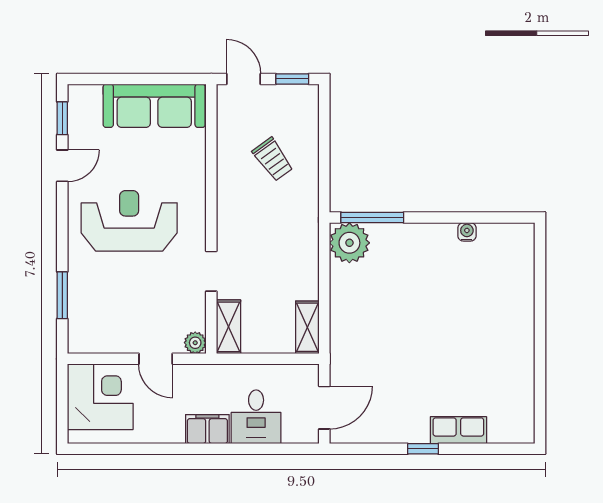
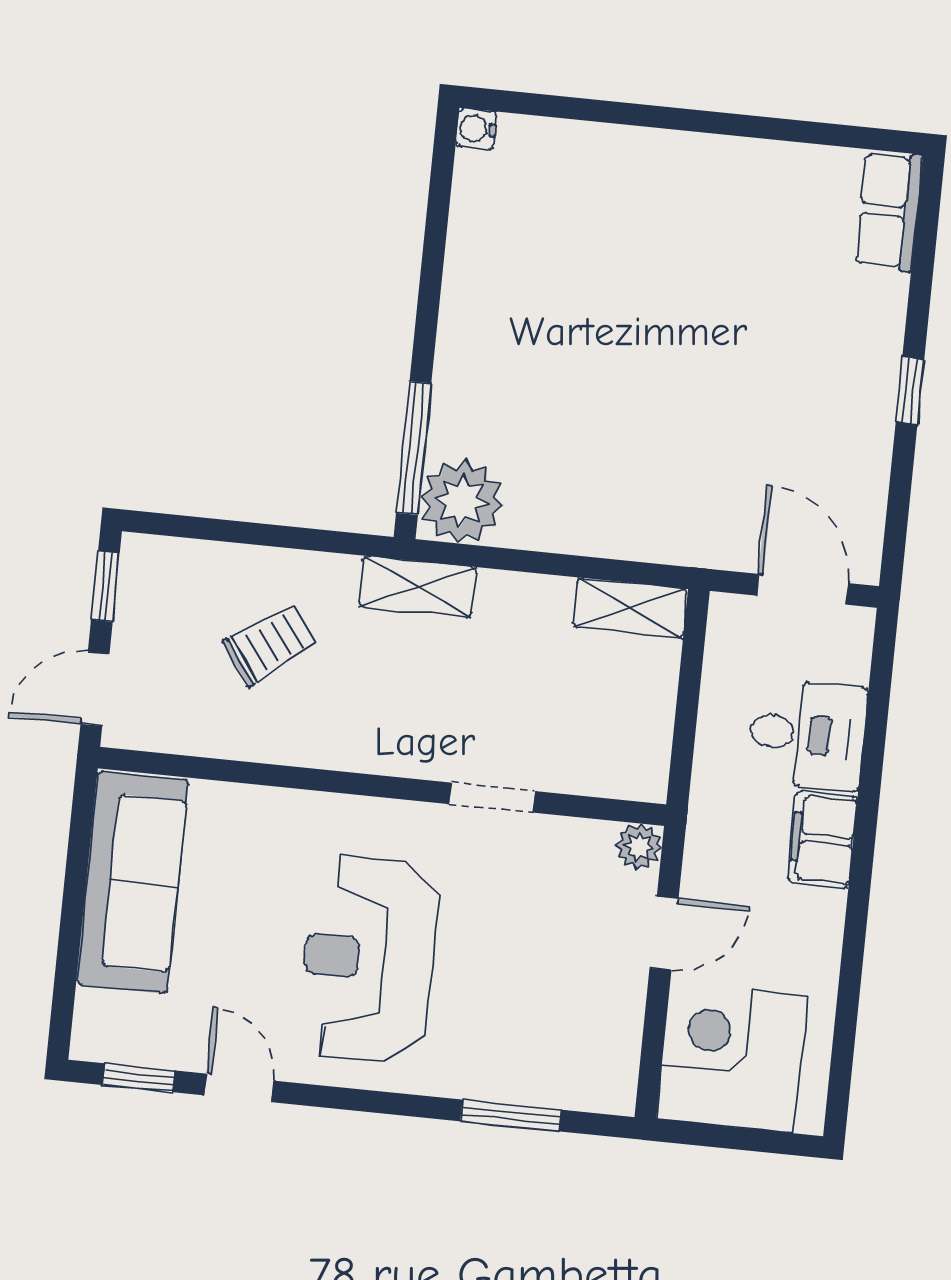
water cooler: (467, 232) -> (476, 129), moved
shelving: (229, 327) -> (418, 587), moved
row of seats: (458, 430) -> (889, 211), moved

